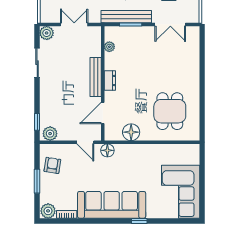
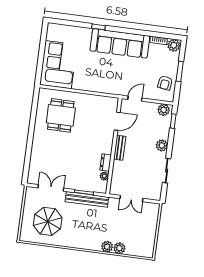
plant: (47, 33) -> (162, 145), moved
bench: (96, 77) -> (120, 148), width x0.73
dresser: (110, 81) -> (106, 163), moved
floor lamp: (131, 132) -> (96, 102), removed
door: (85, 142) -> (135, 99), hinge flipped
floor lamp: (107, 150) -> (117, 89), removed
corner sofa: (181, 192) -> (58, 65), moved

